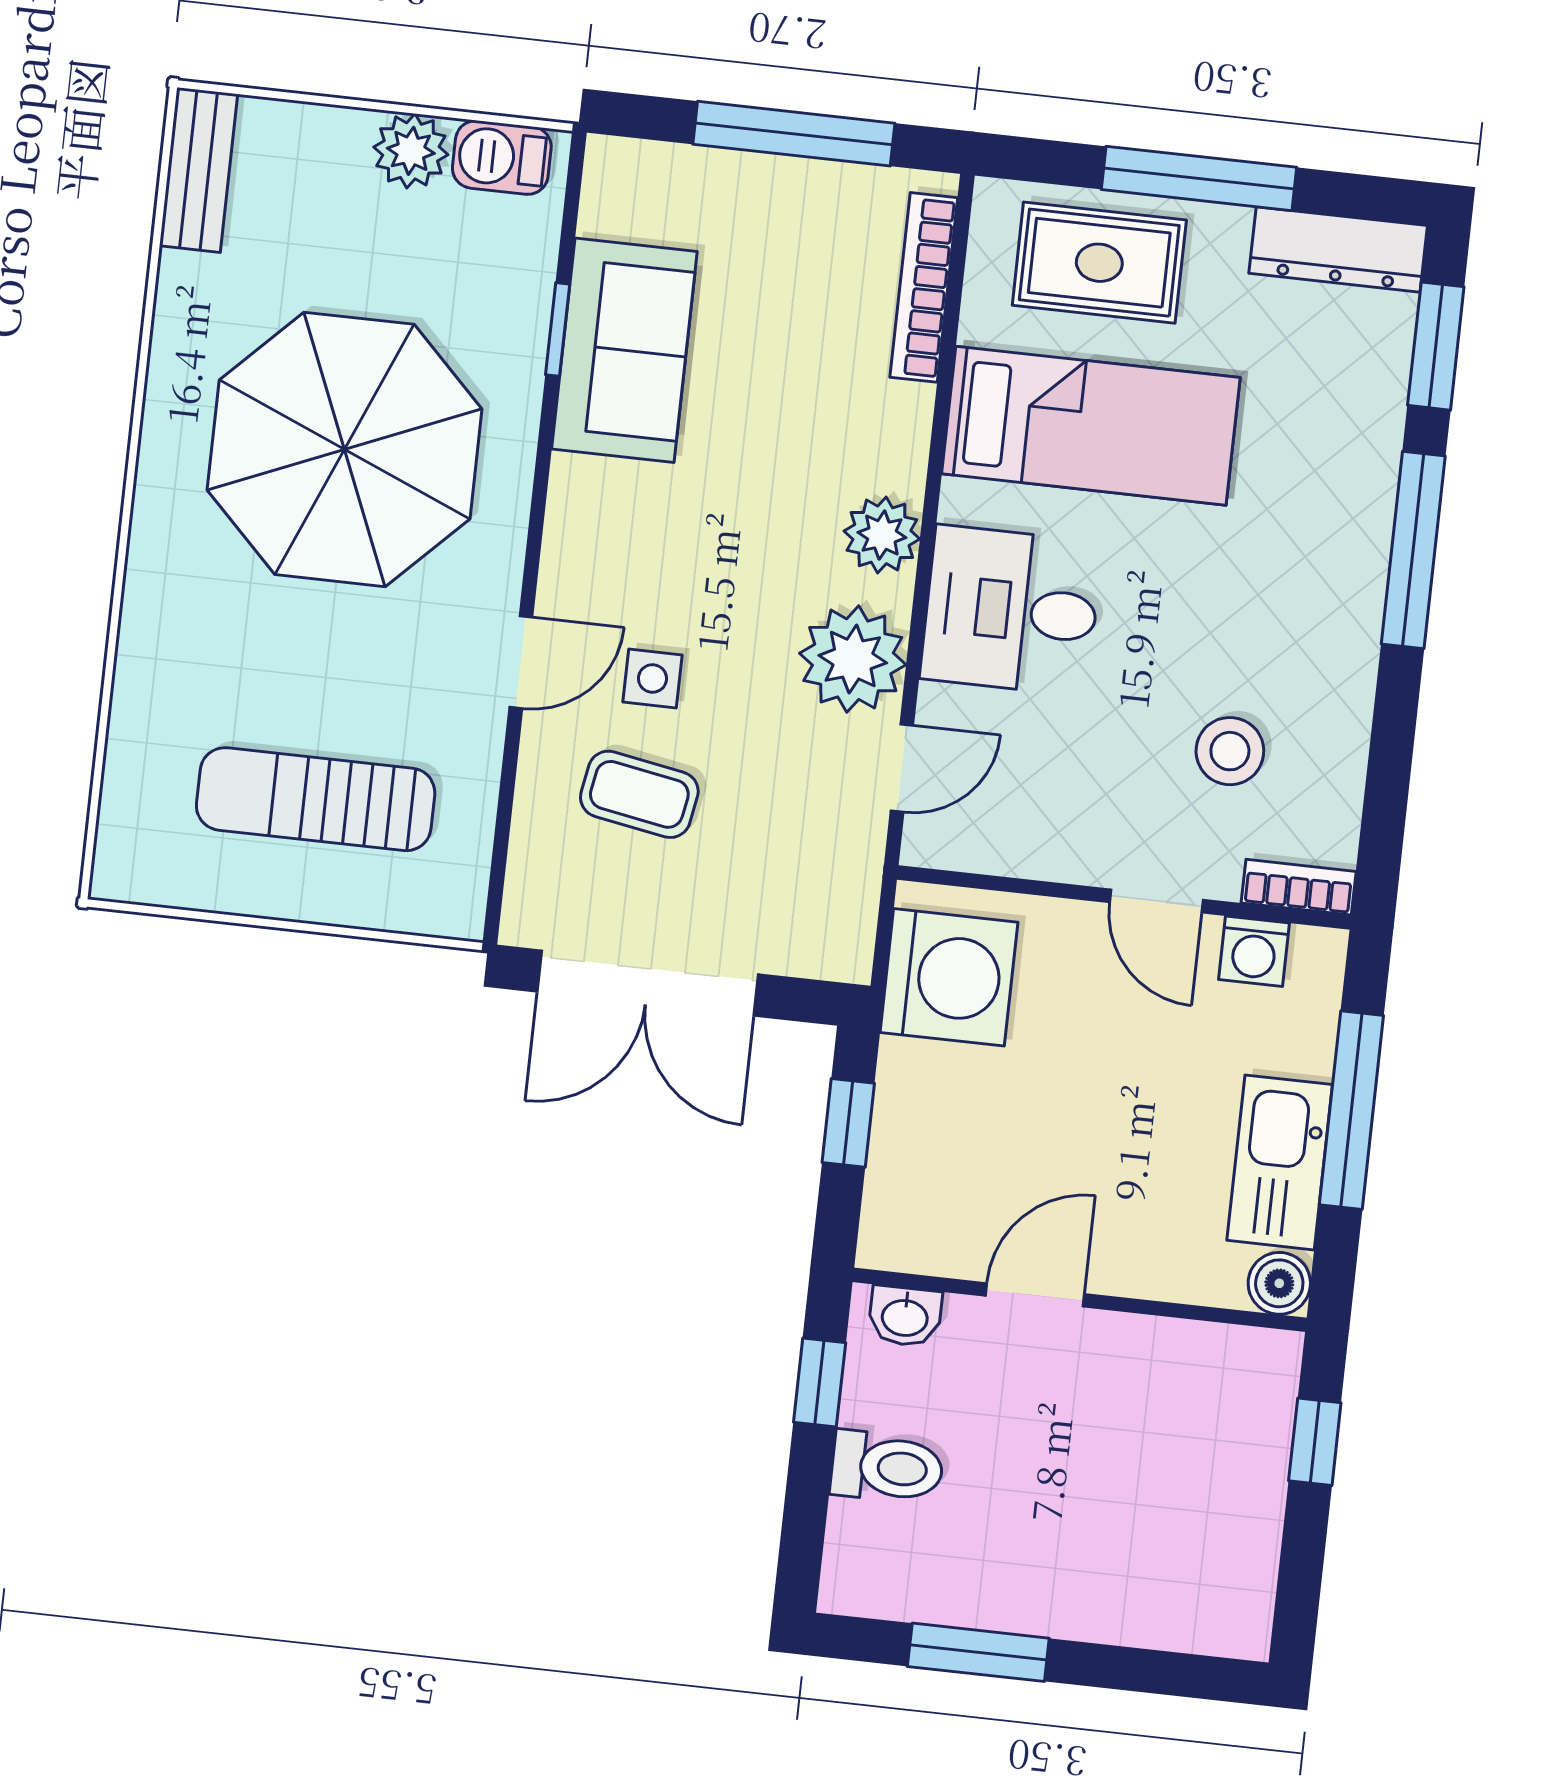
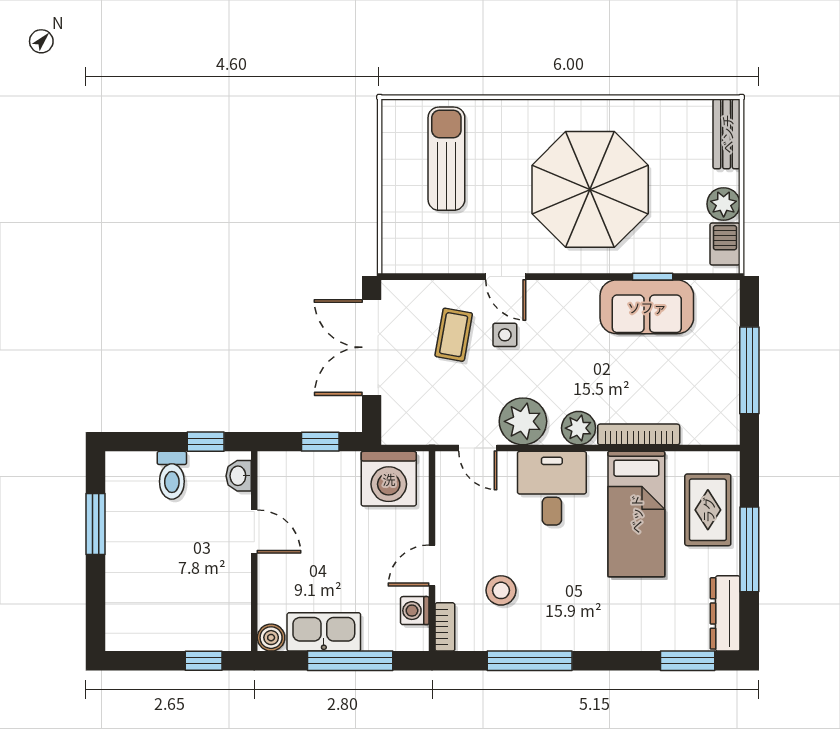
bench: (199, 170) -> (727, 134), moved, turned 90
bookcase: (924, 287) -> (639, 434), moved
window: (1413, 550) -> (530, 661), moved
sun lounger: (316, 799) -> (446, 159), moved

